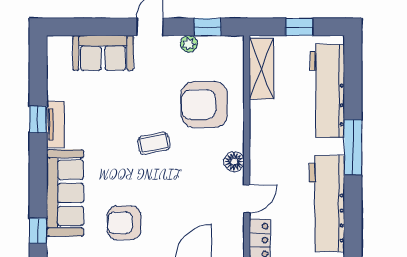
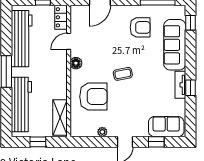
window: (207, 27) -> (156, 142), moved
sofa: (103, 53) -> (166, 127), moved

